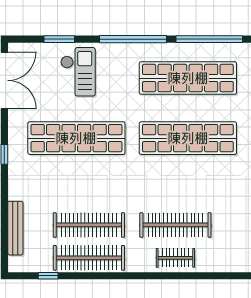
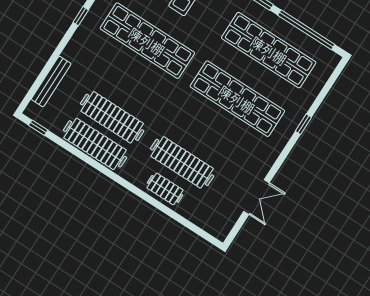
window: (48, 276) -> (38, 128), moved

